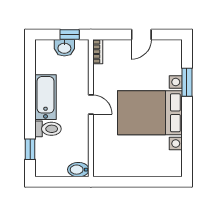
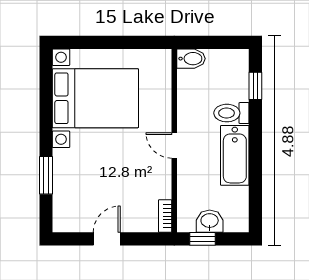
bed with nightstands: (150, 113) -> (95, 98), moved

